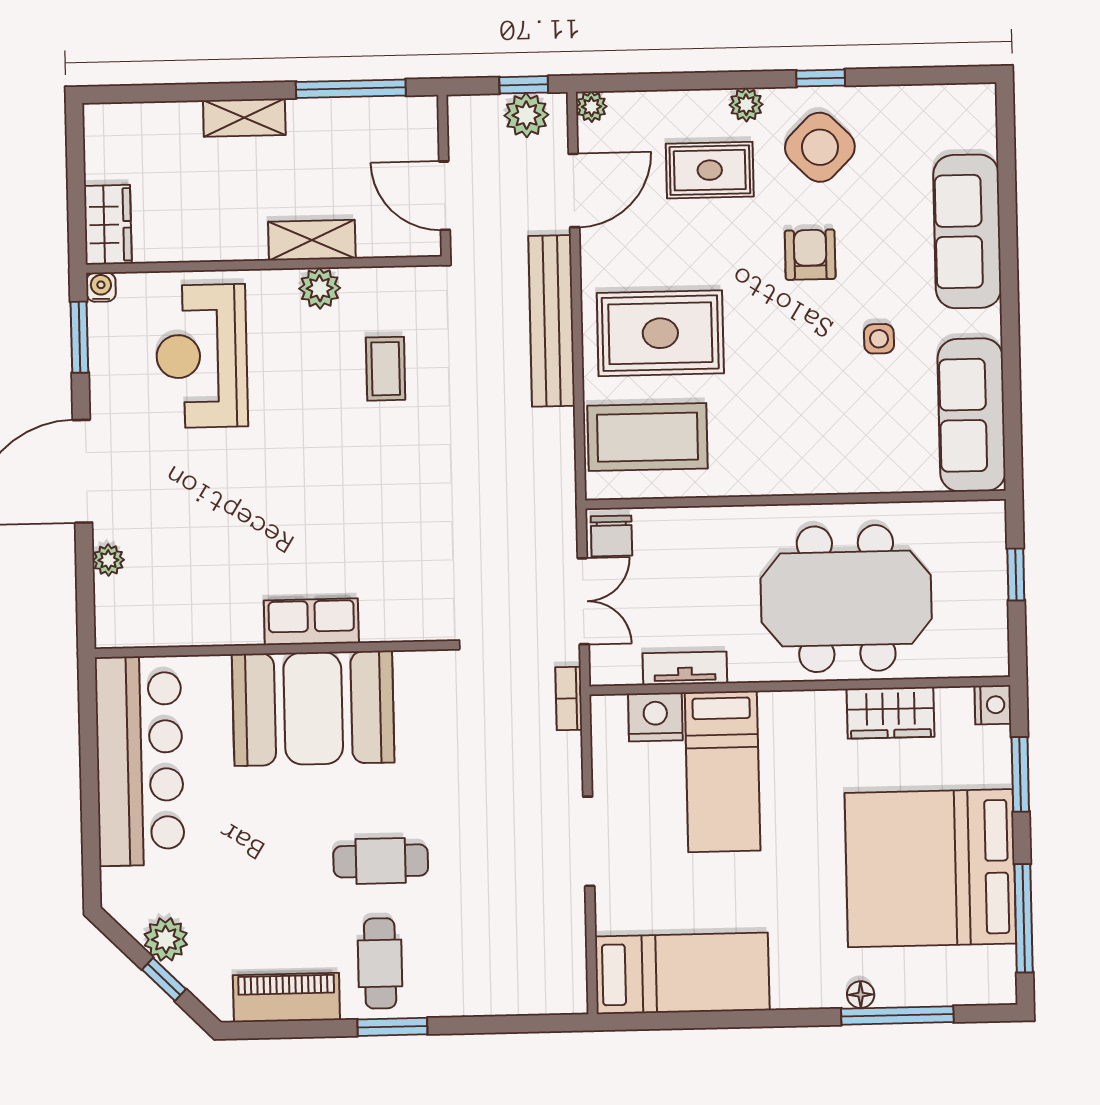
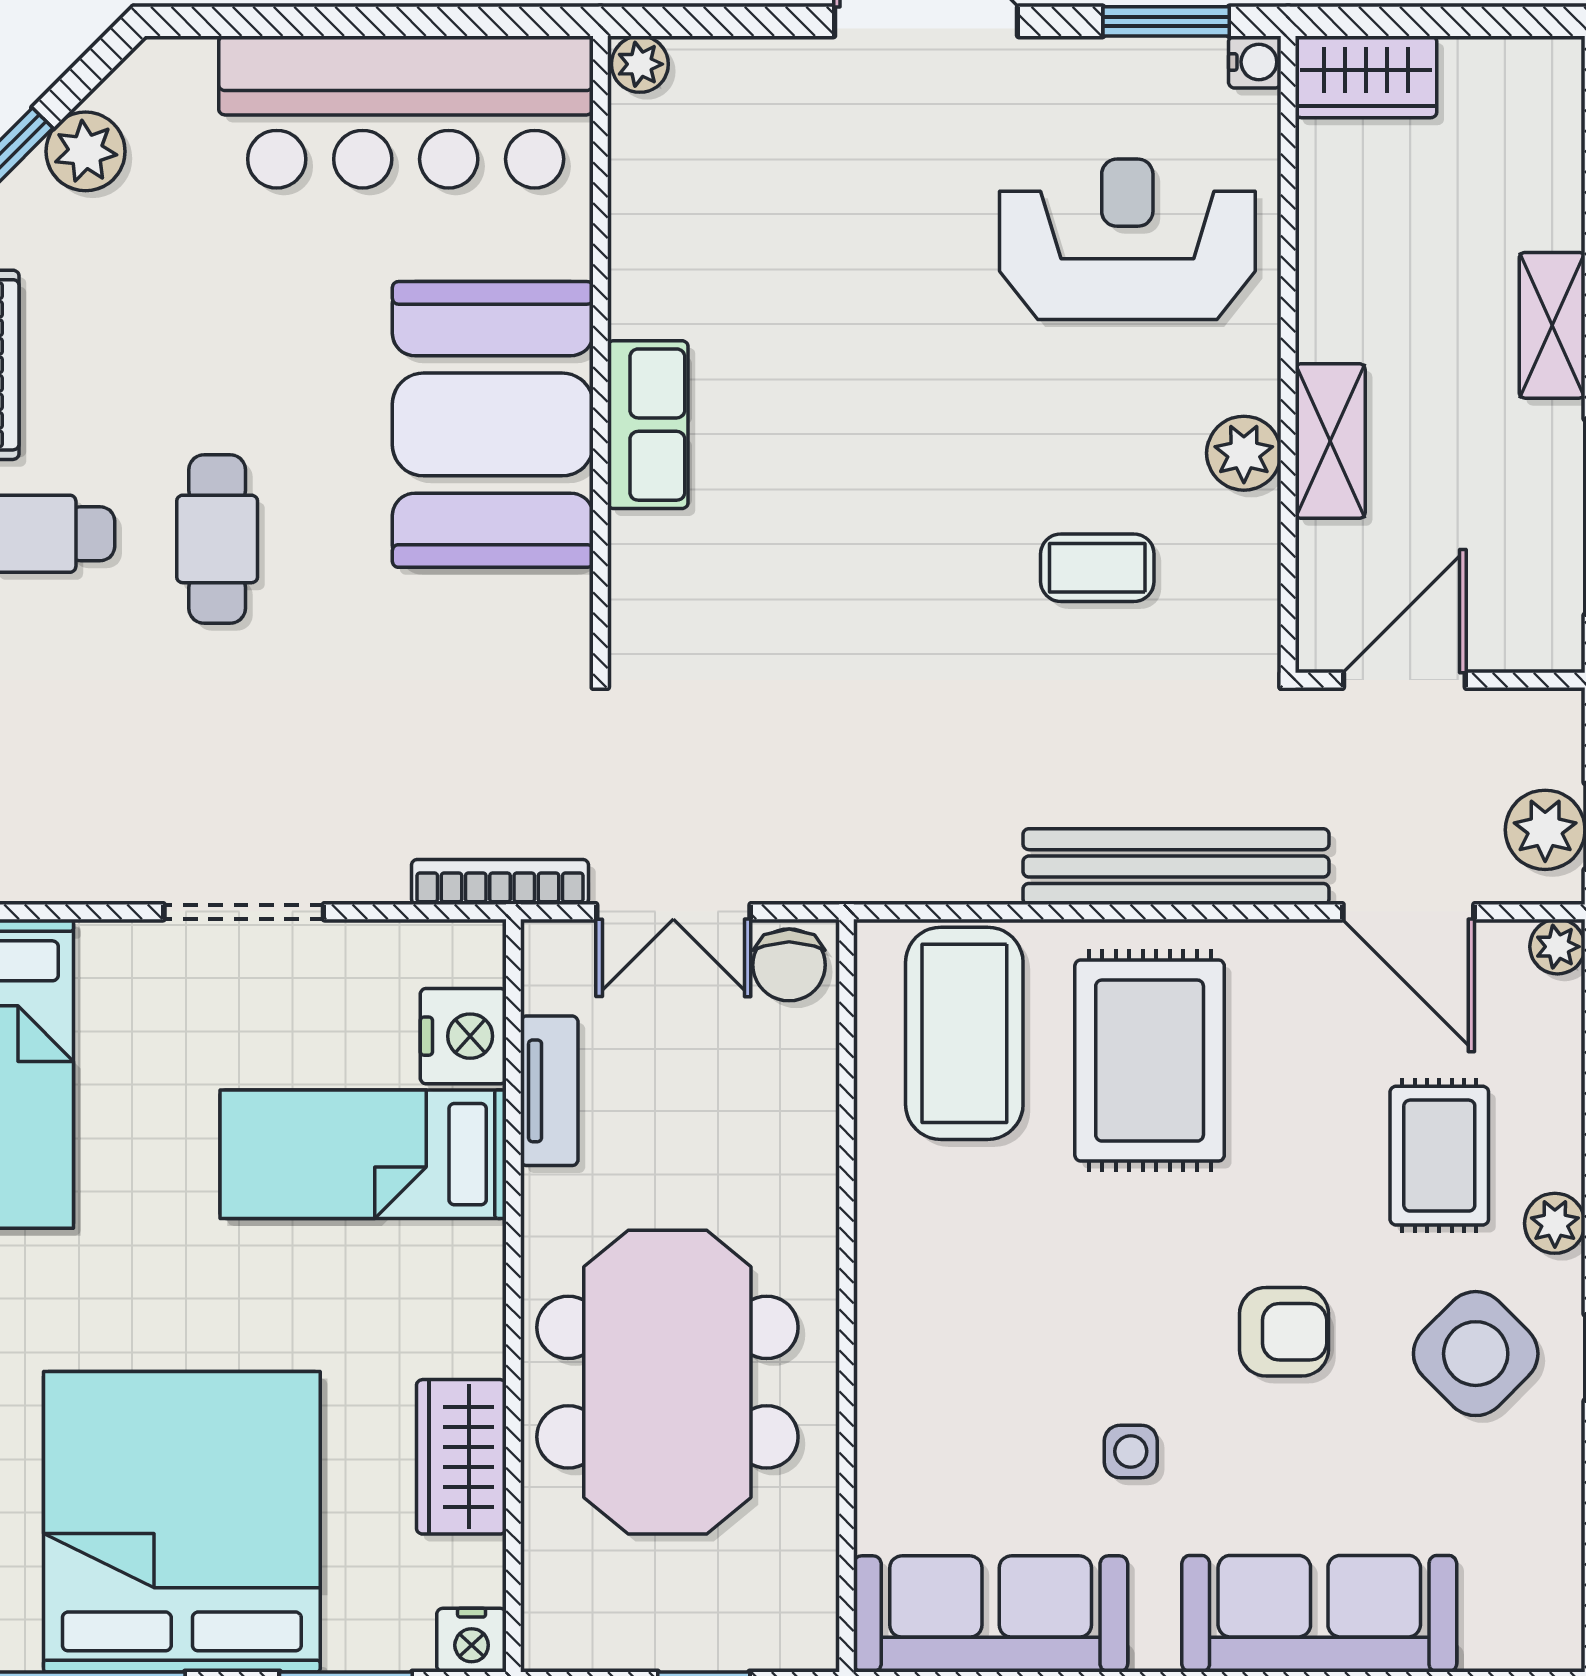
chair: (611, 536) -> (789, 965), turned -90
plant: (108, 560) -> (640, 64), moved
bookcase: (569, 698) -> (500, 882), width x1.56

